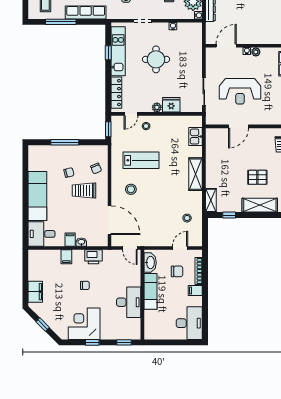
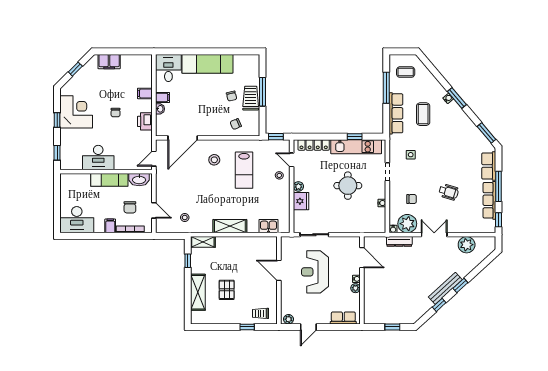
trolley: (84, 191) -> (251, 98), moved

